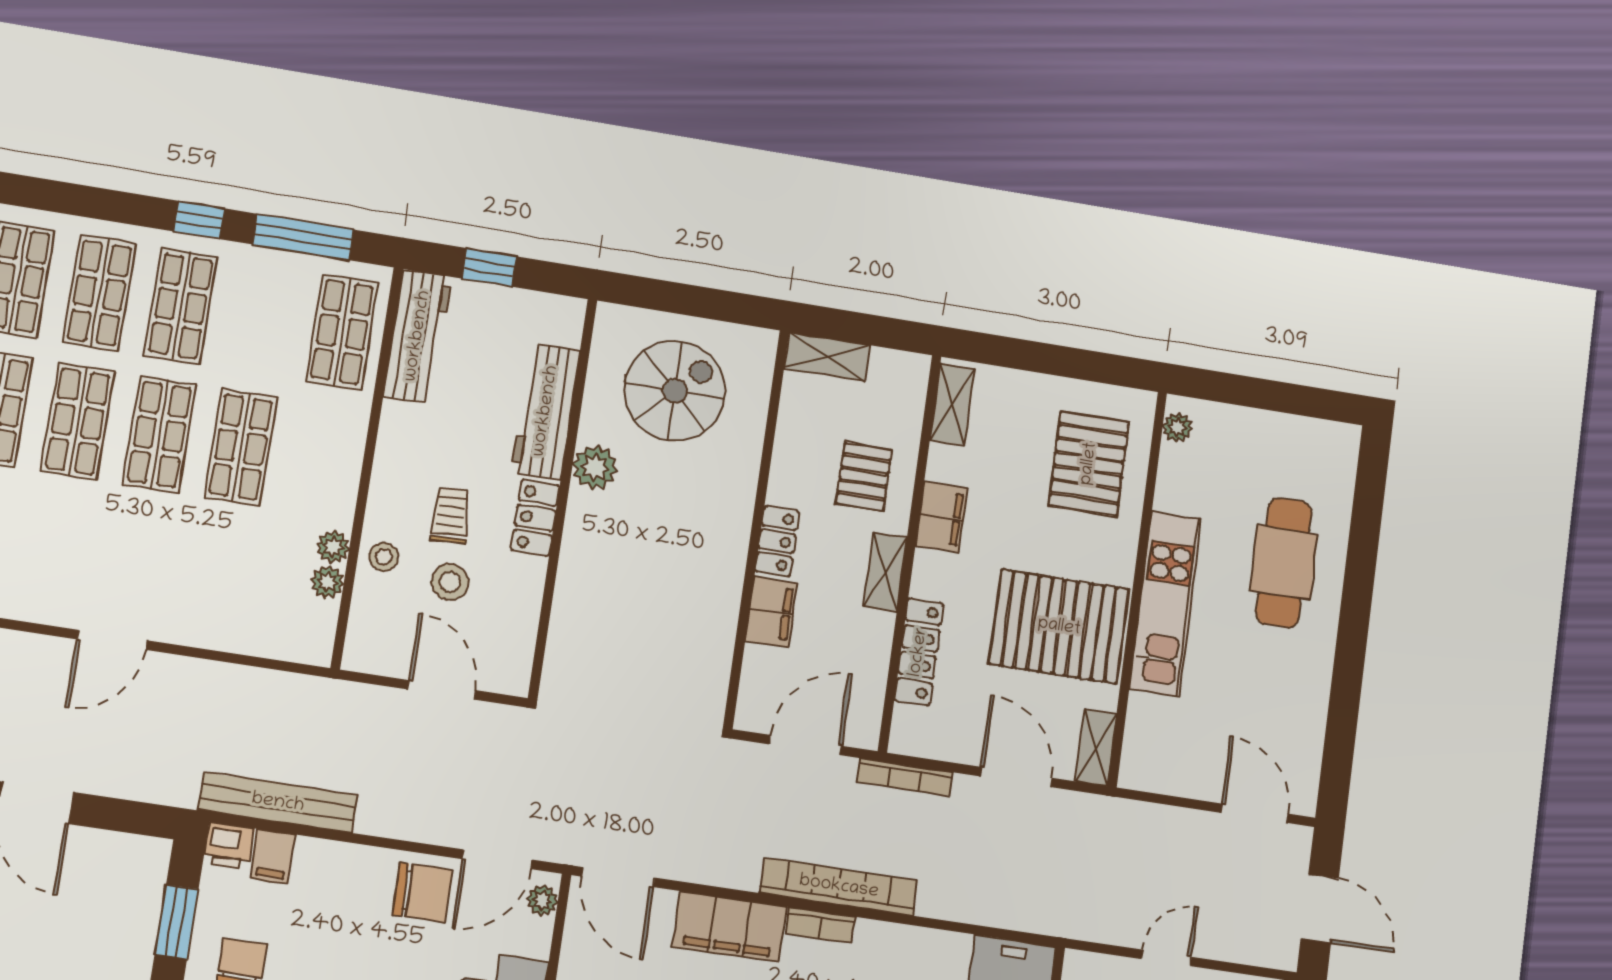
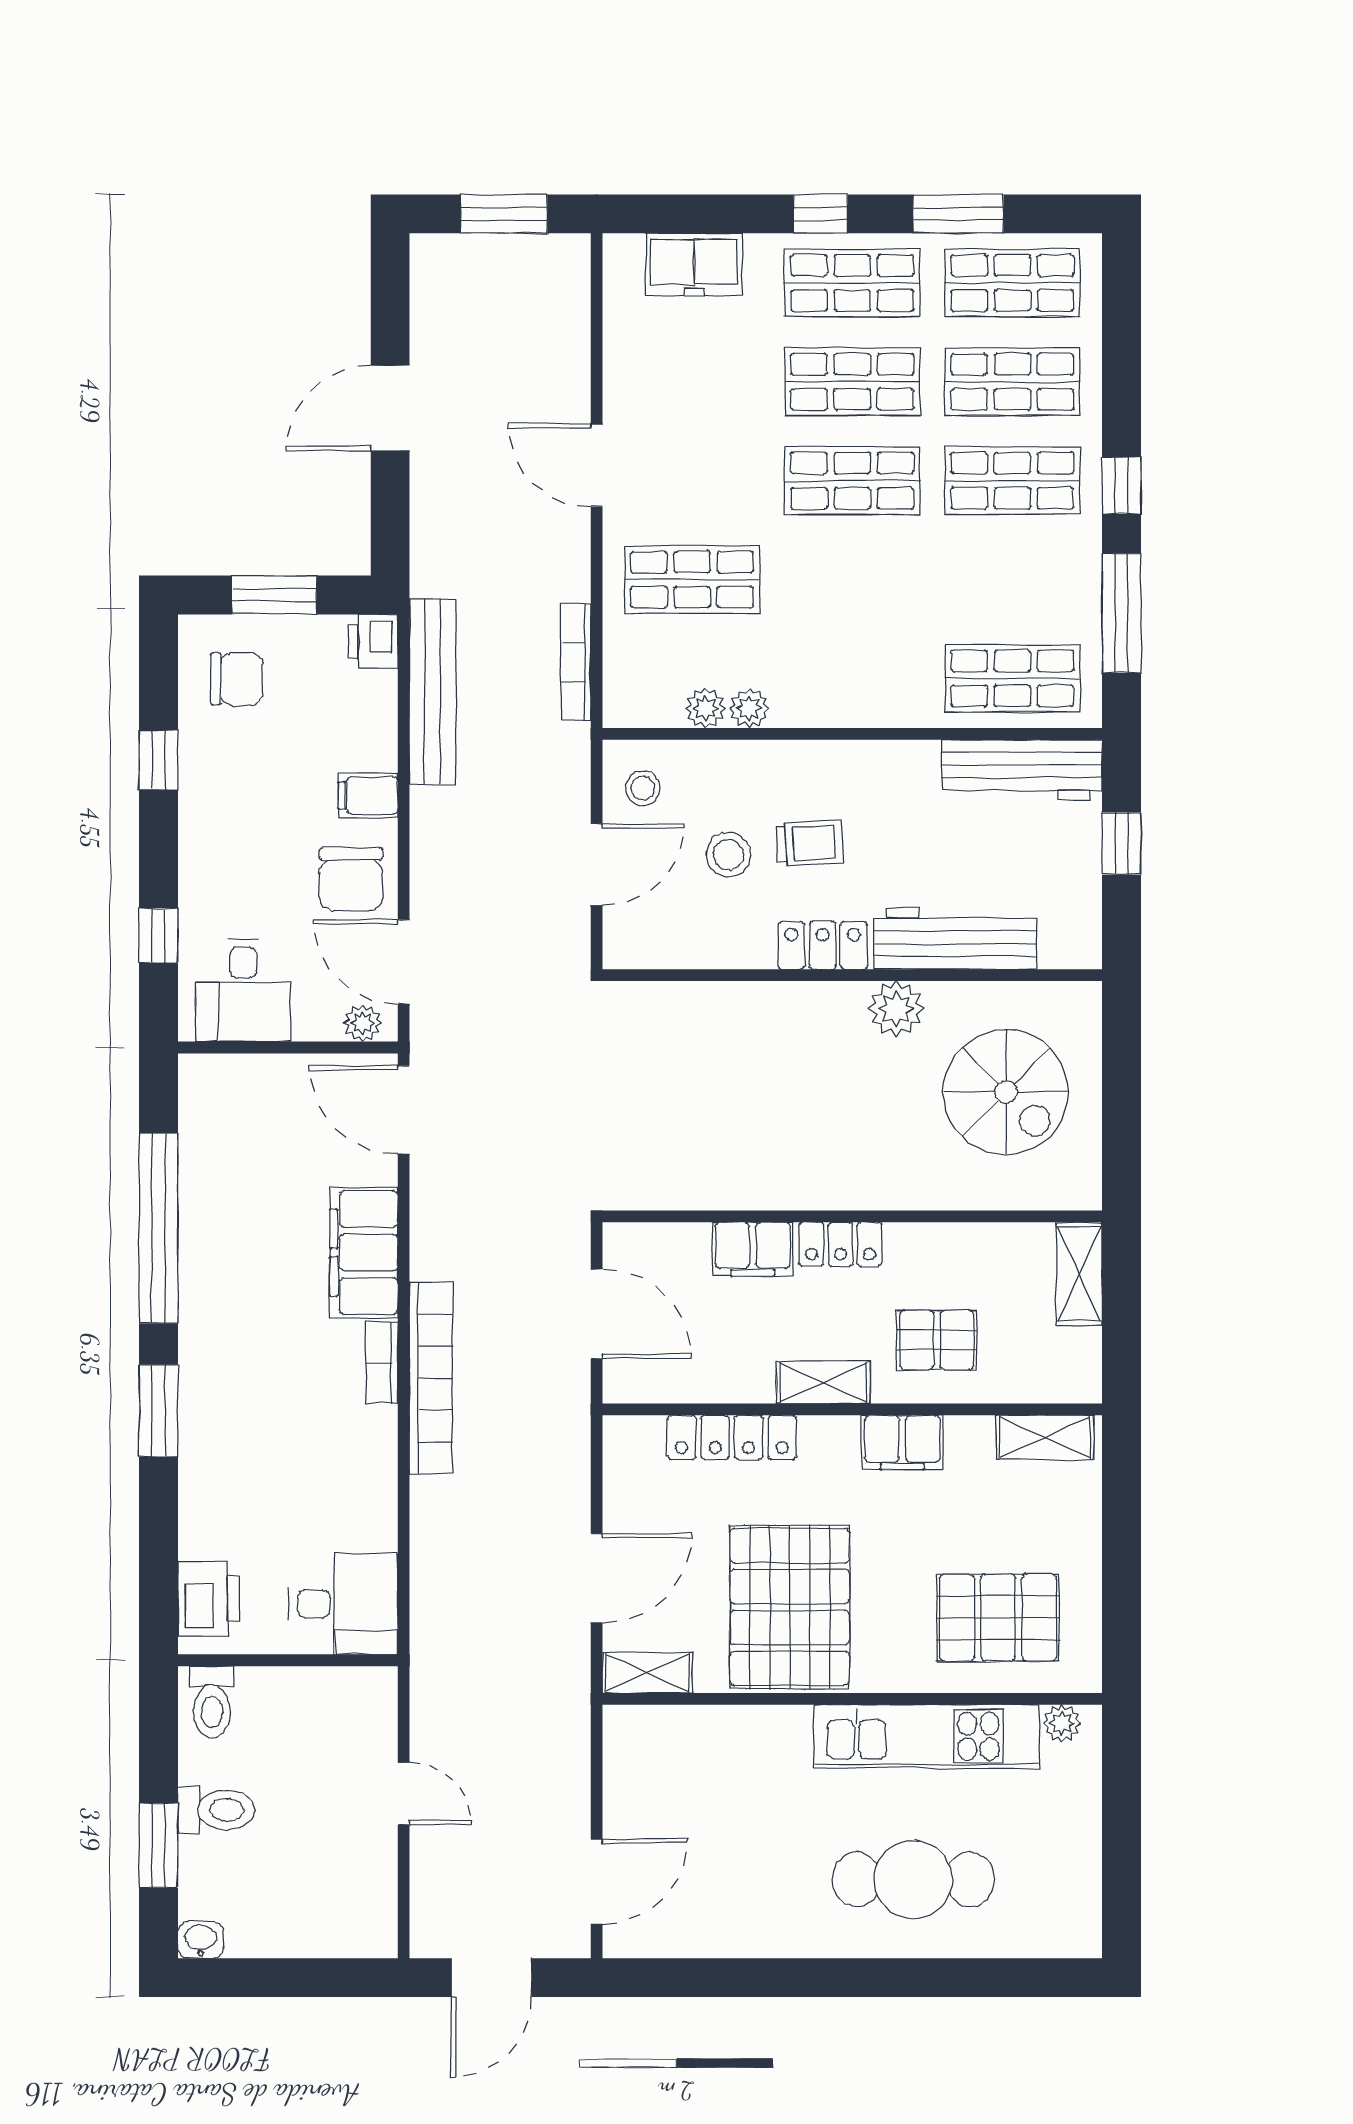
shop shelf: (241, 447) -> (692, 579), moved
stool: (384, 557) -> (643, 788), moved
kitchen unit: (1165, 604) -> (927, 1736), moved
bookcase: (905, 777) -> (576, 662), moved
filing cabinet: (273, 856) -> (368, 795), moved
door: (618, 877) -> (404, 1110), hinge flipped

